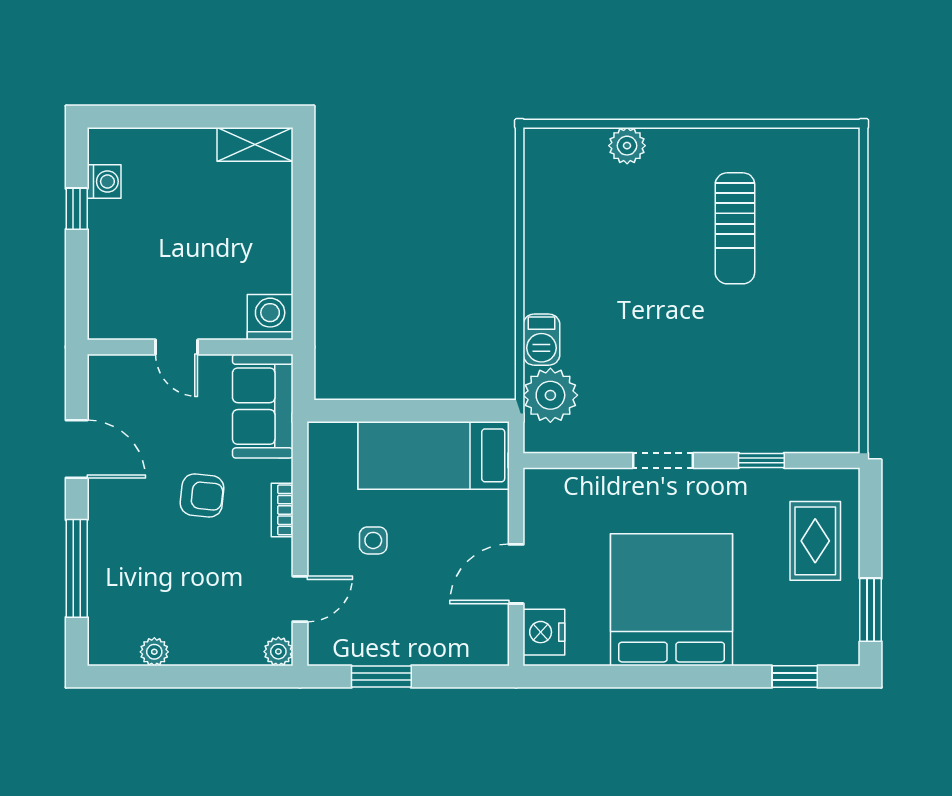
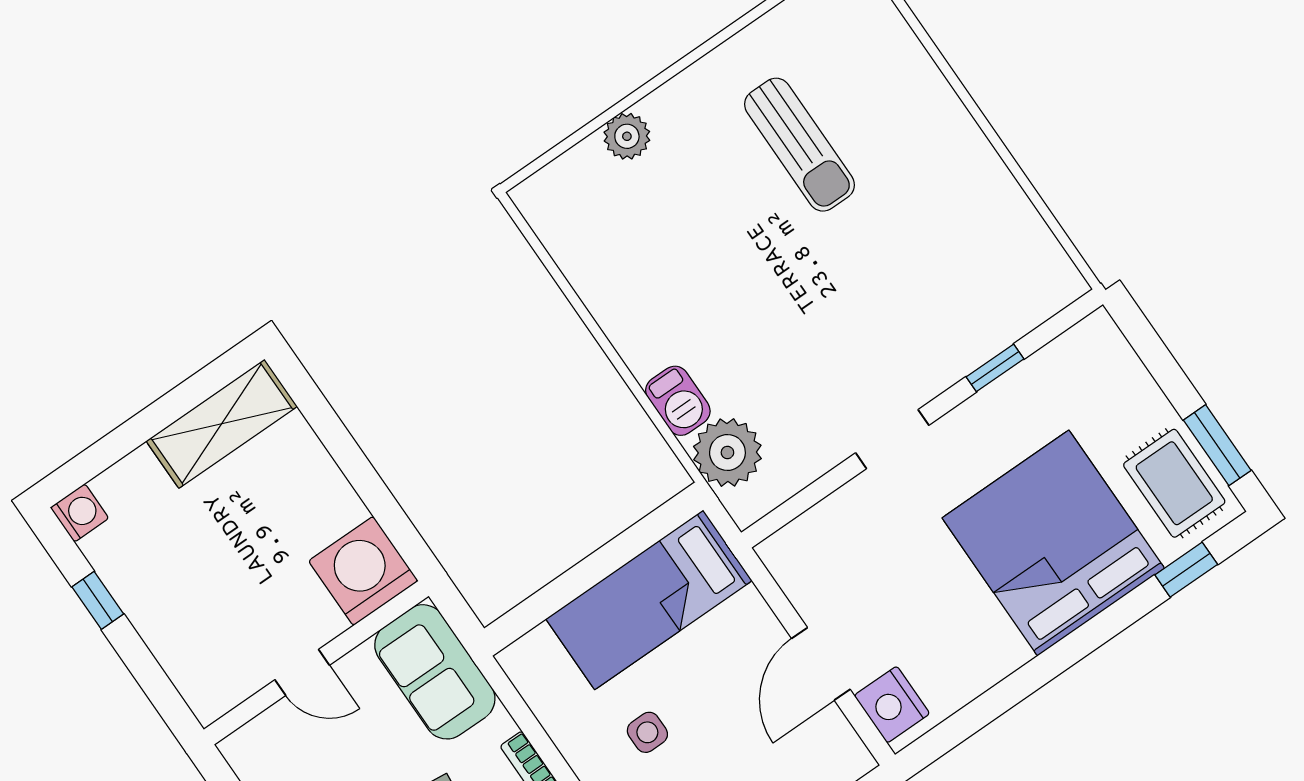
shelving: (255, 144) -> (222, 424), width x1.50, depth x1.33
washing machine: (104, 182) -> (80, 513), moved
washing machine: (270, 317) -> (363, 571), width x1.37, depth x1.37
rug: (815, 541) -> (1174, 483), moved
bed: (672, 600) -> (1053, 543), moved

